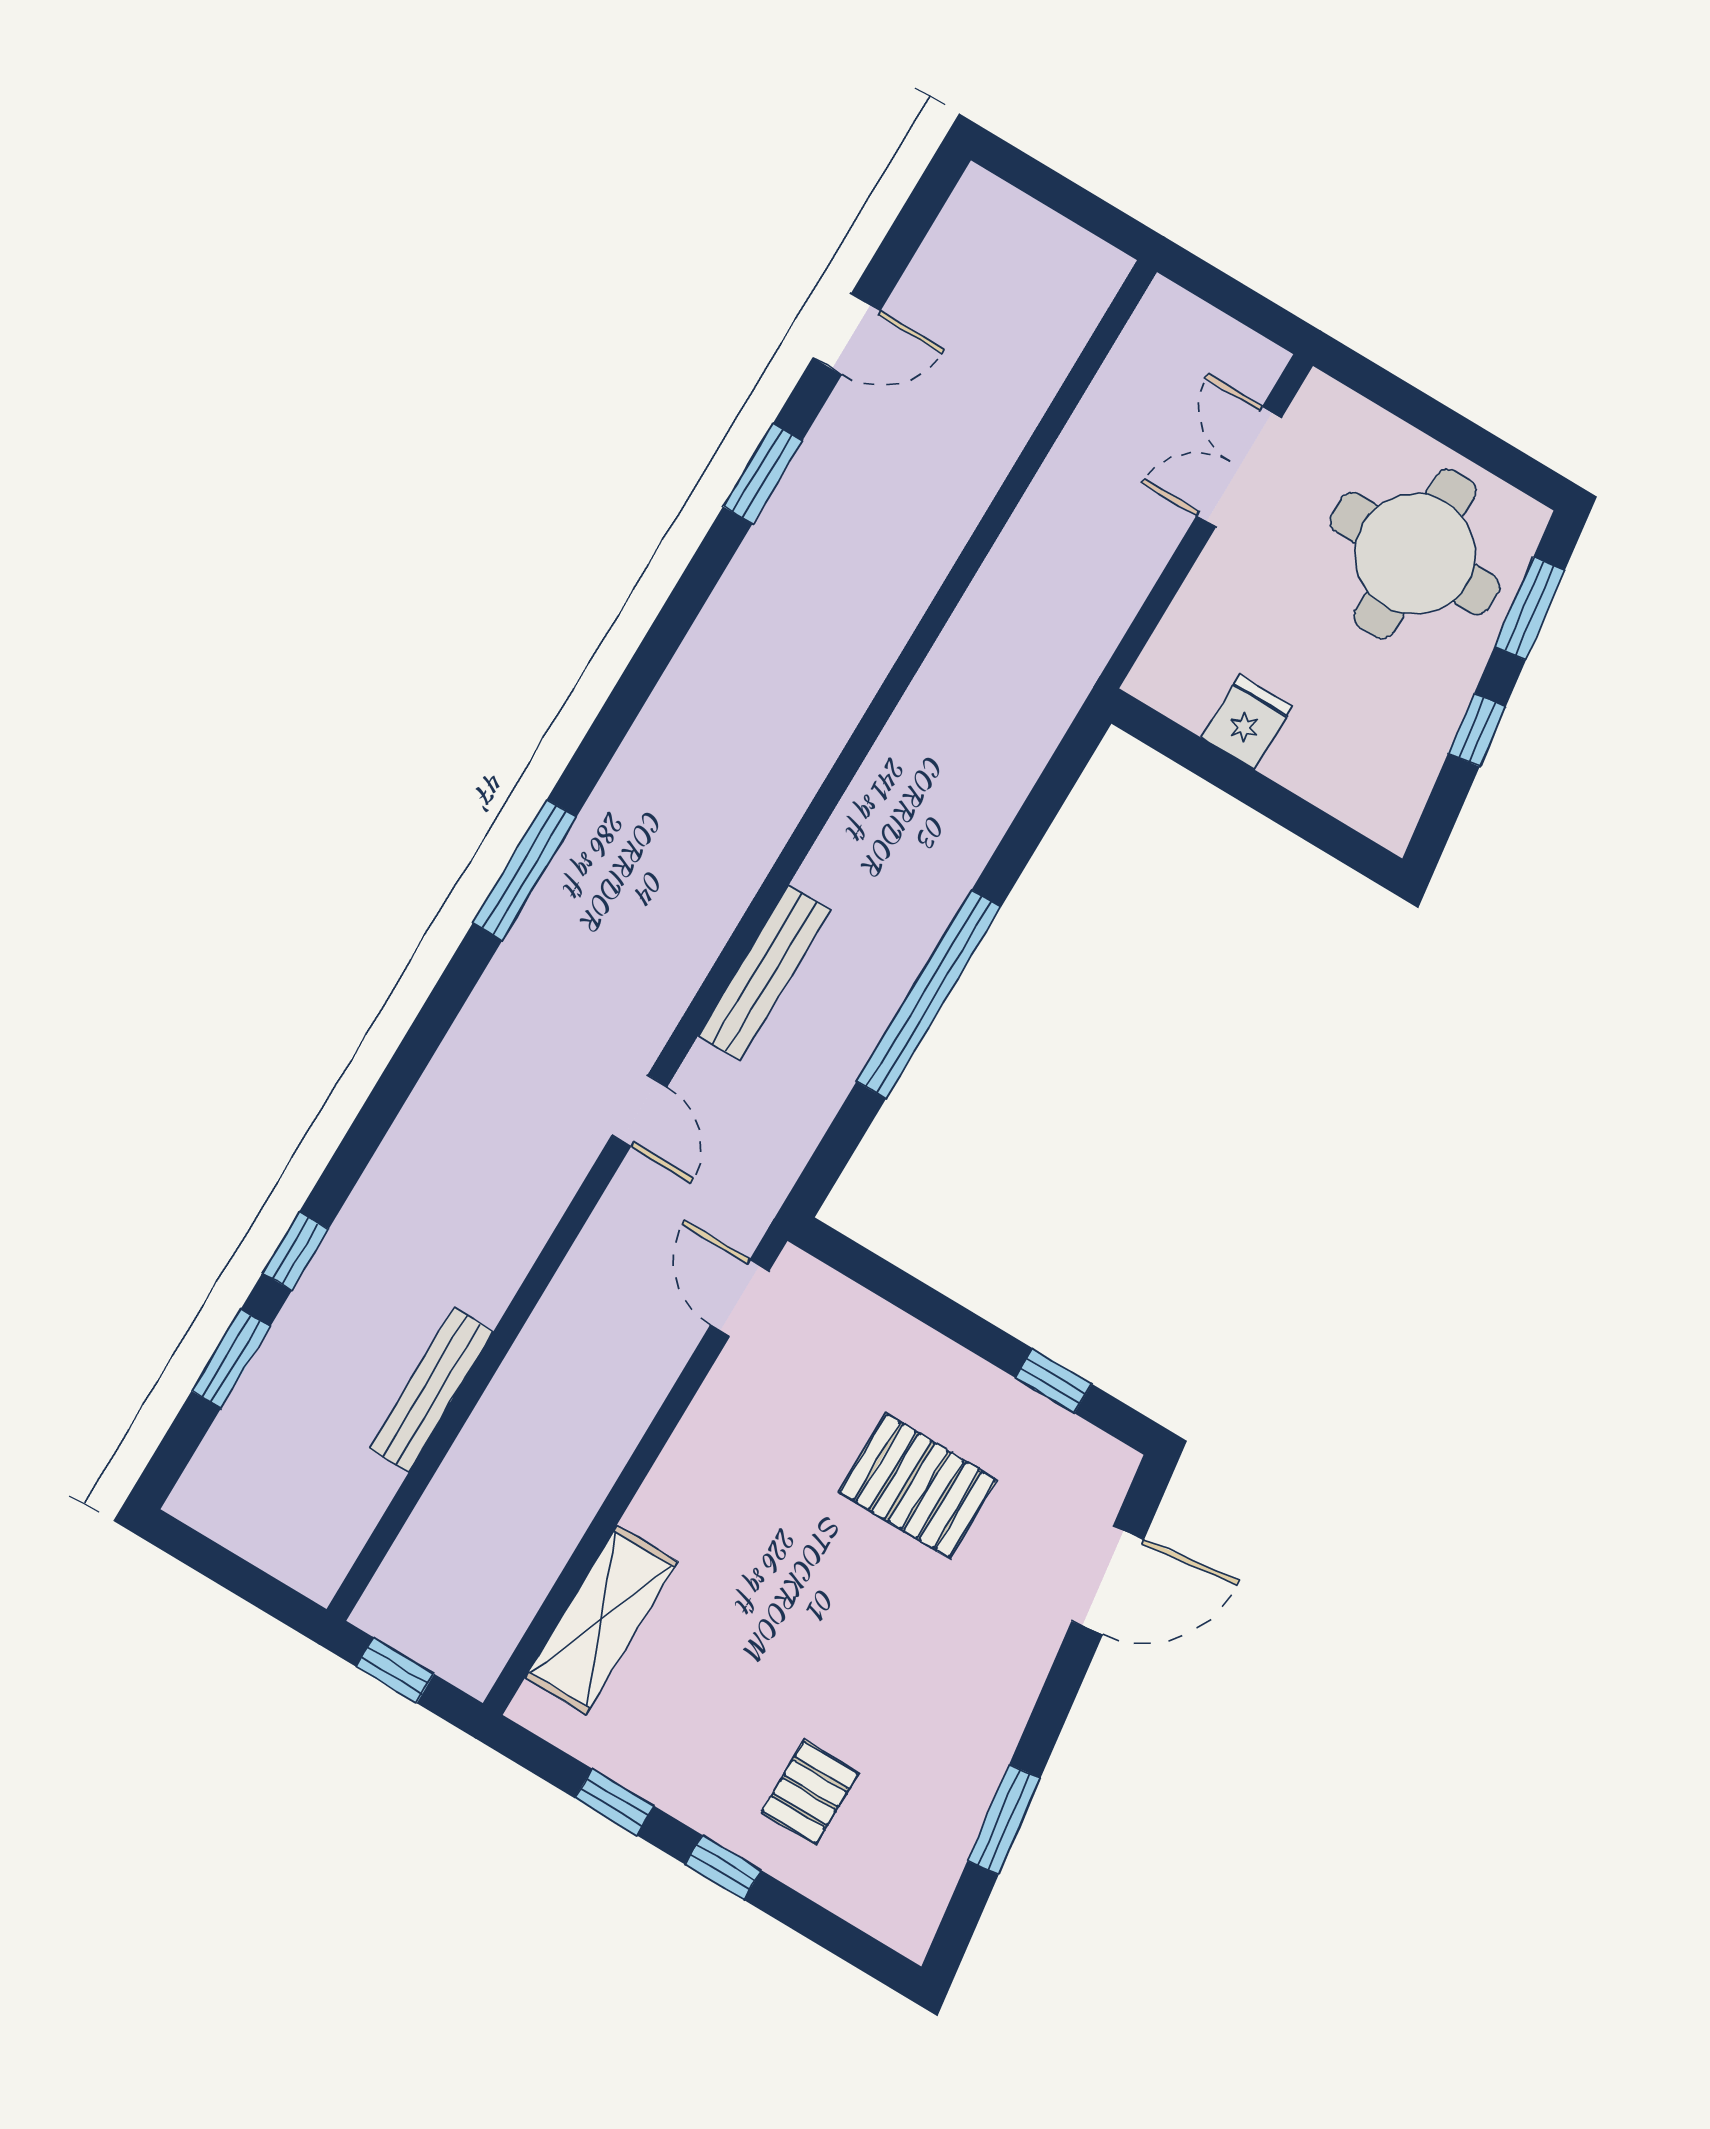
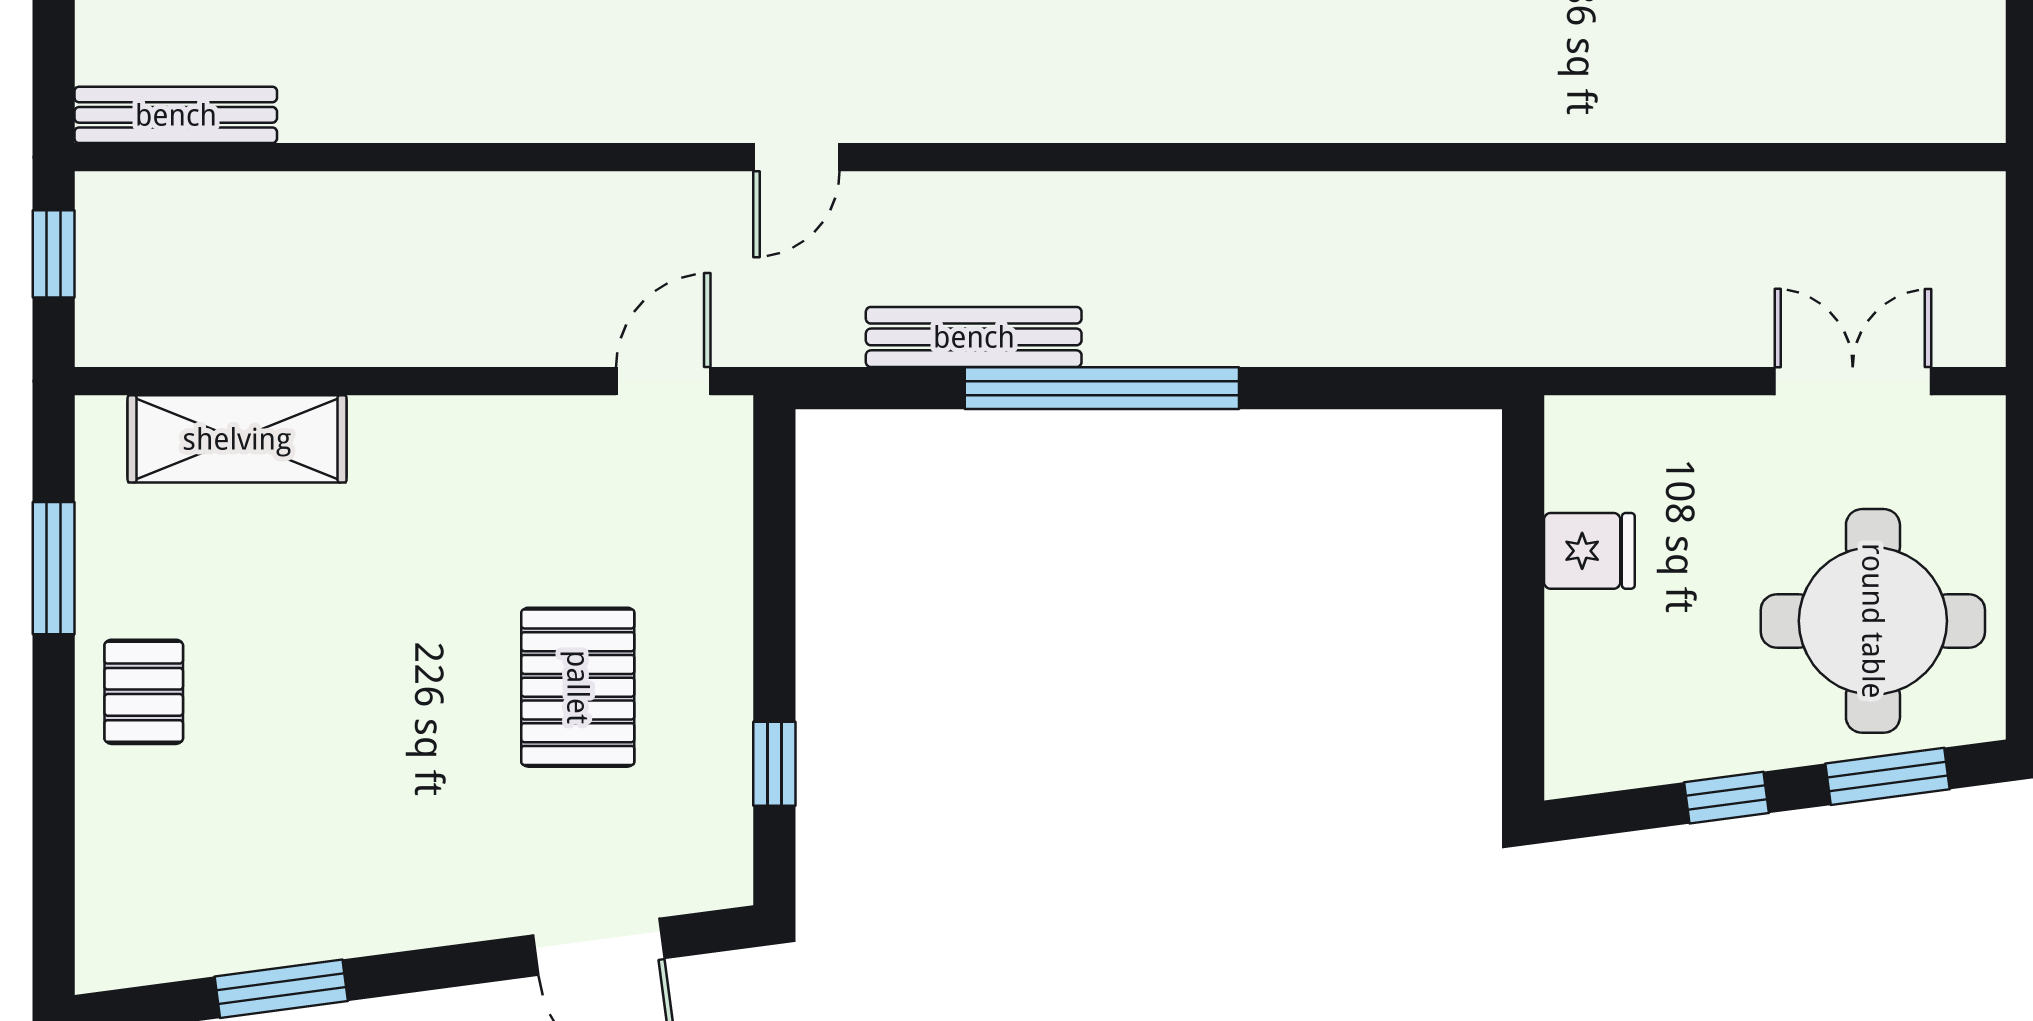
bench: (764, 973) -> (974, 337), moved
bench: (431, 1390) -> (176, 115), moved
pallet: (810, 1793) -> (144, 692), moved, turned 90
window: (614, 1802) -> (54, 568), width x1.50
window: (723, 1867) -> (54, 724), removed

